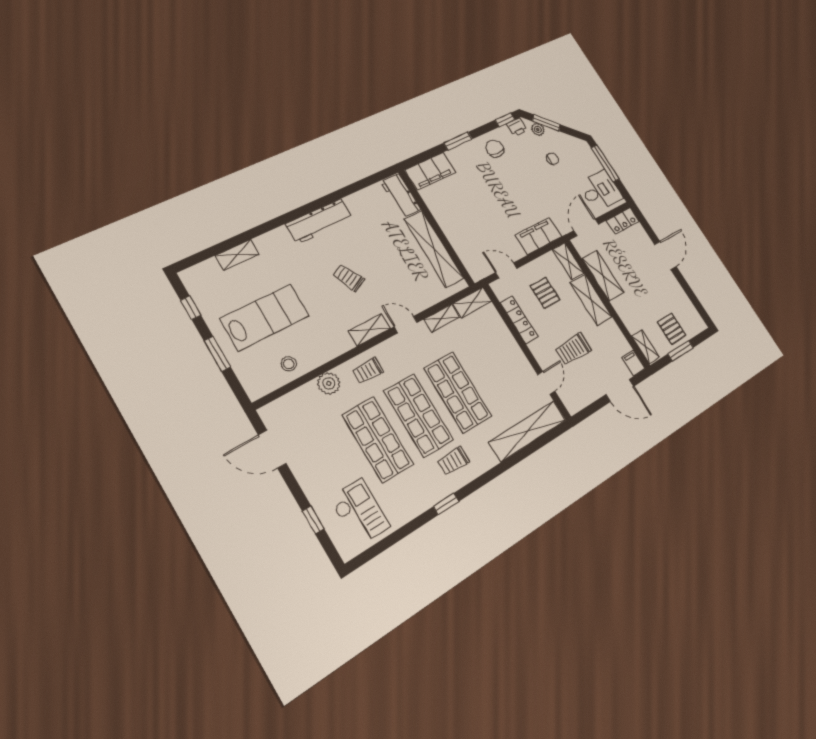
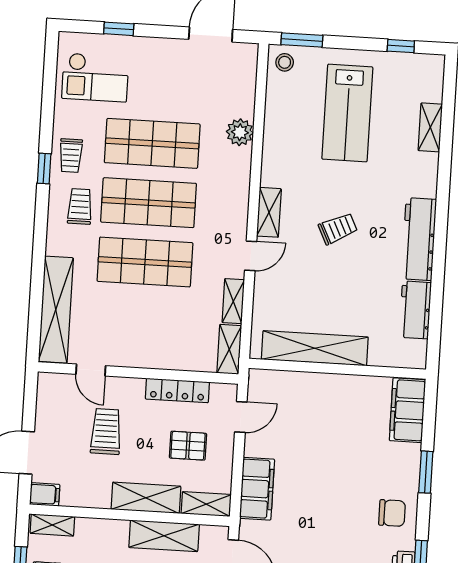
workbench: (401, 196) -> (415, 310), moved, turned -90
window: (217, 354) -> (302, 40), moved
stool: (289, 364) -> (285, 62), moved
trolley: (368, 371) -> (71, 156), moved, turned 180

